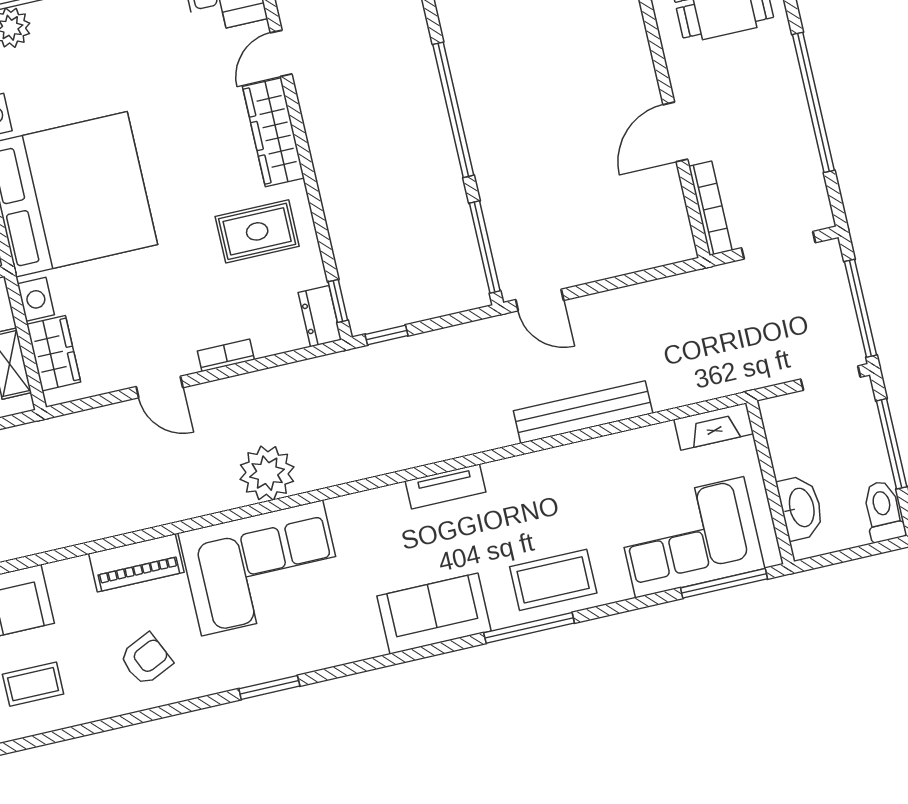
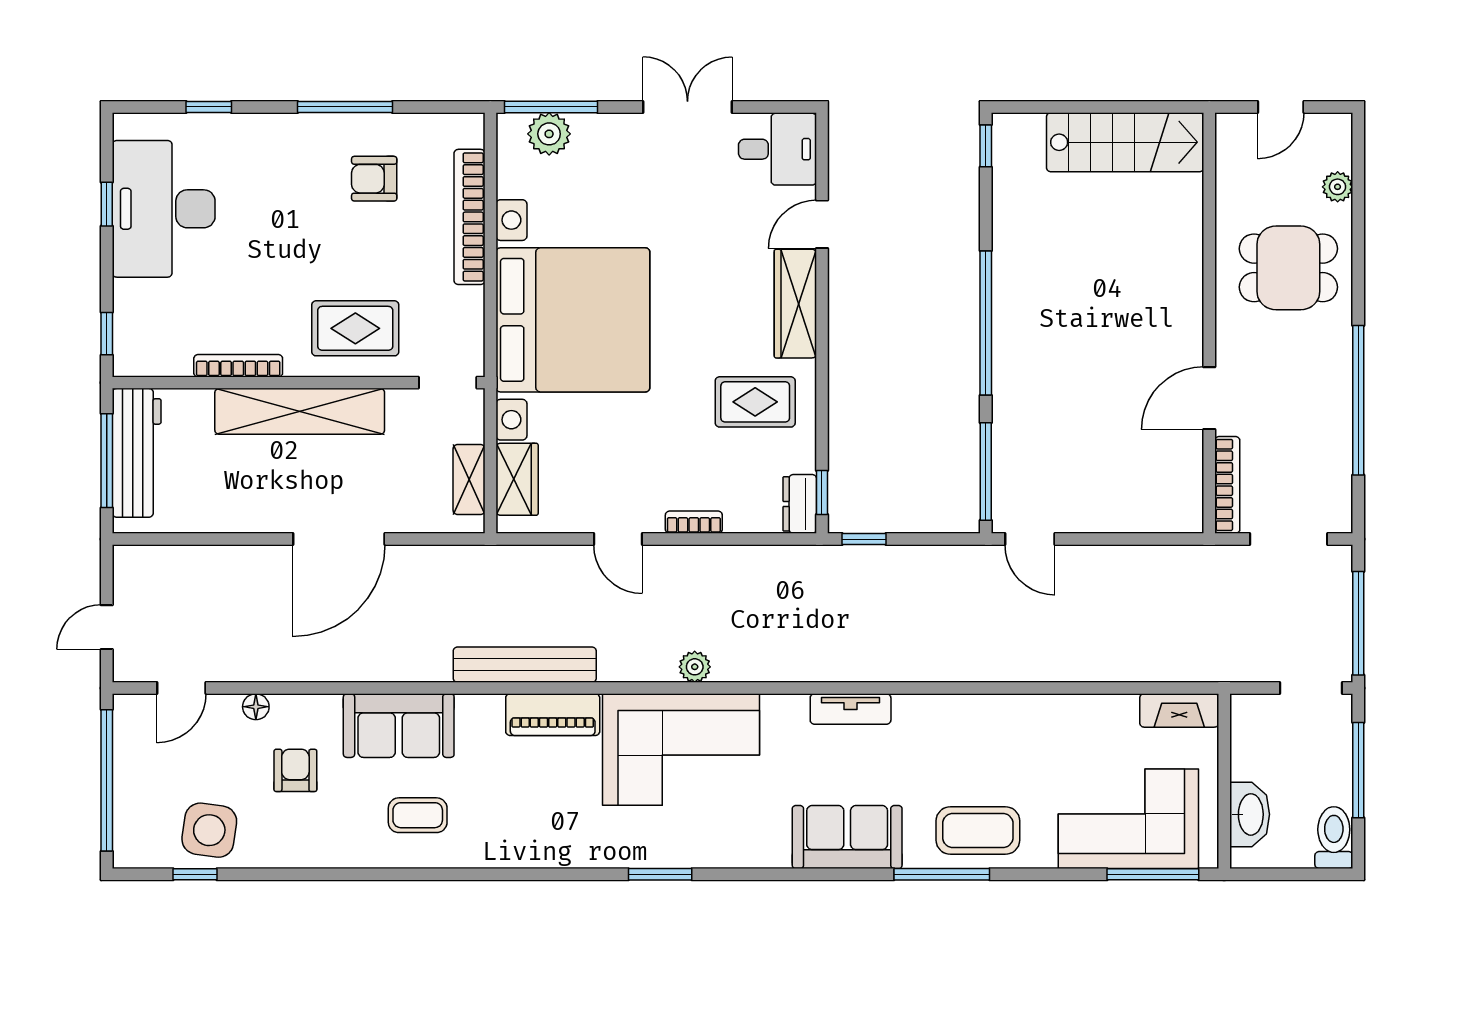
bench: (583, 412) -> (525, 665), moved
plant: (267, 473) -> (695, 667), width x0.53, depth x0.53
tv unit: (446, 487) -> (851, 709), moved
armchair: (146, 659) -> (540, 816), removed

